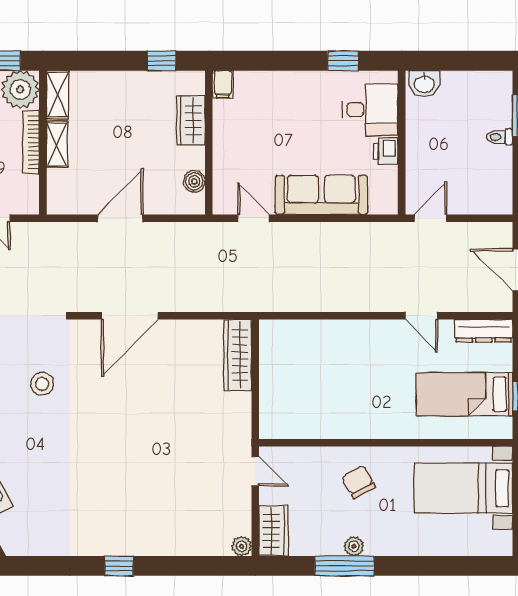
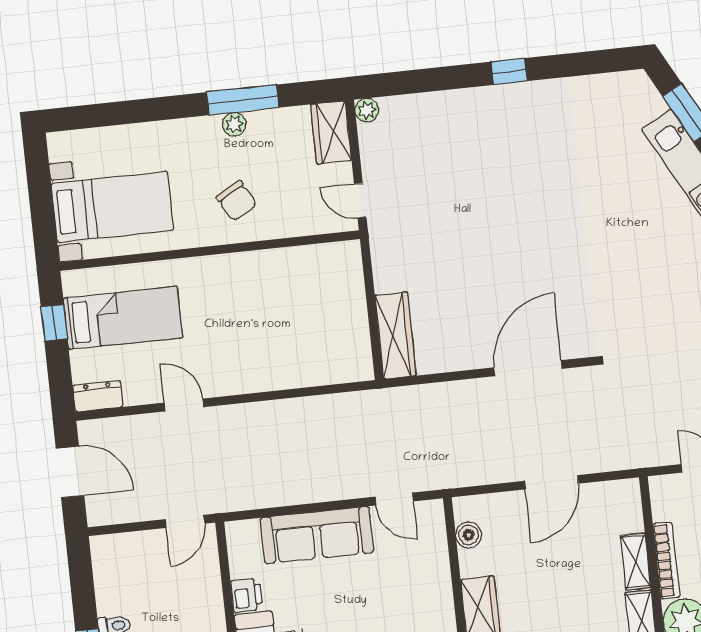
dresser: (484, 331) -> (98, 396), width x0.70
stool: (42, 384) -> (623, 277), removed

